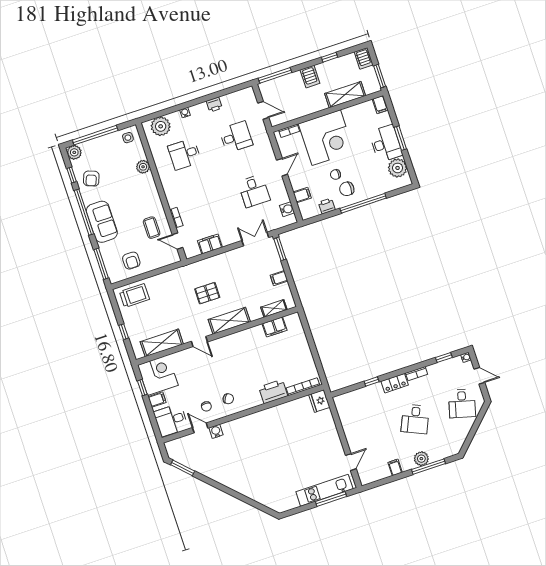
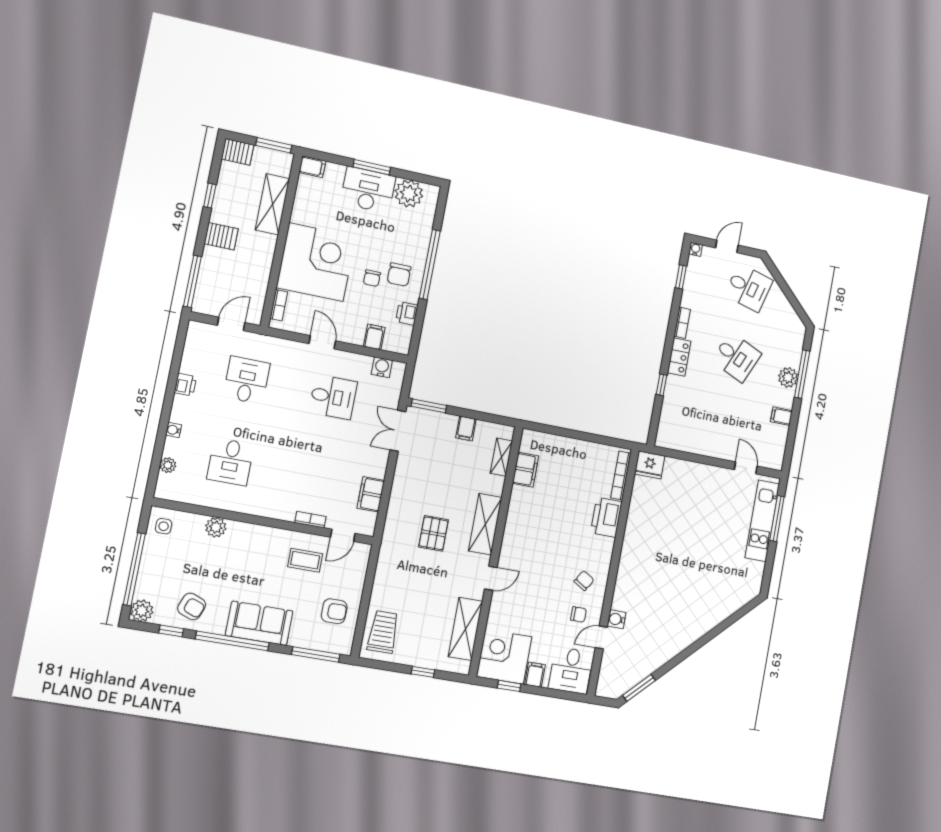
plant: (161, 126) -> (168, 465), width x0.53, depth x0.53

